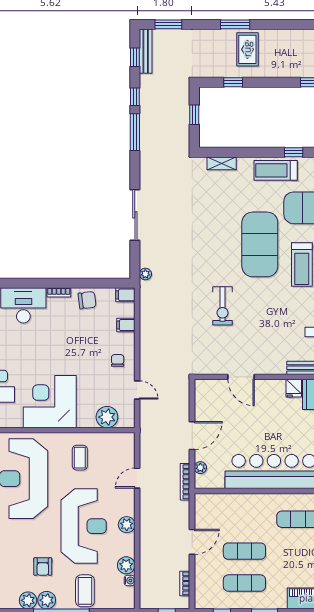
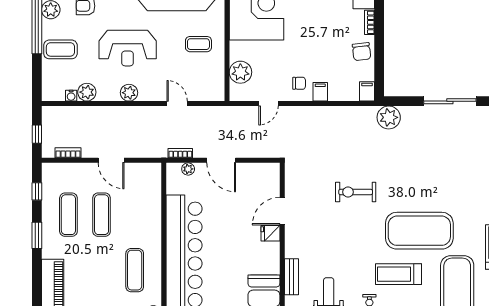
plant: (145, 274) -> (389, 117), width x1.88, depth x1.88
filing cabinet: (126, 325) -> (320, 92), moved
fridge: (294, 388) -> (270, 233), moved
bookcase: (185, 482) -> (180, 153), width x0.64
reception desk: (84, 526) -> (128, 48), width x0.74, depth x0.77

